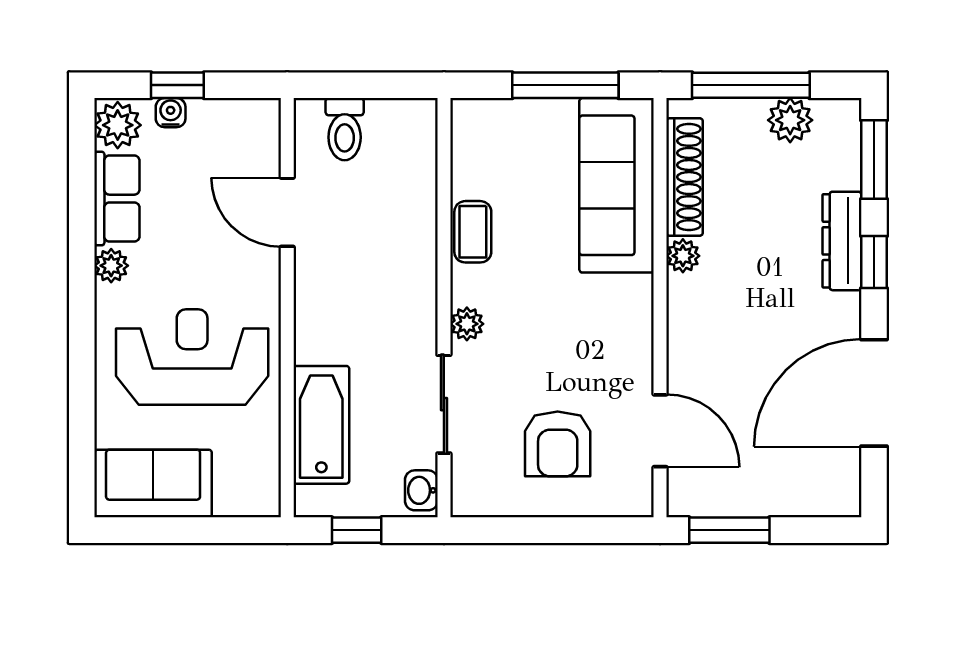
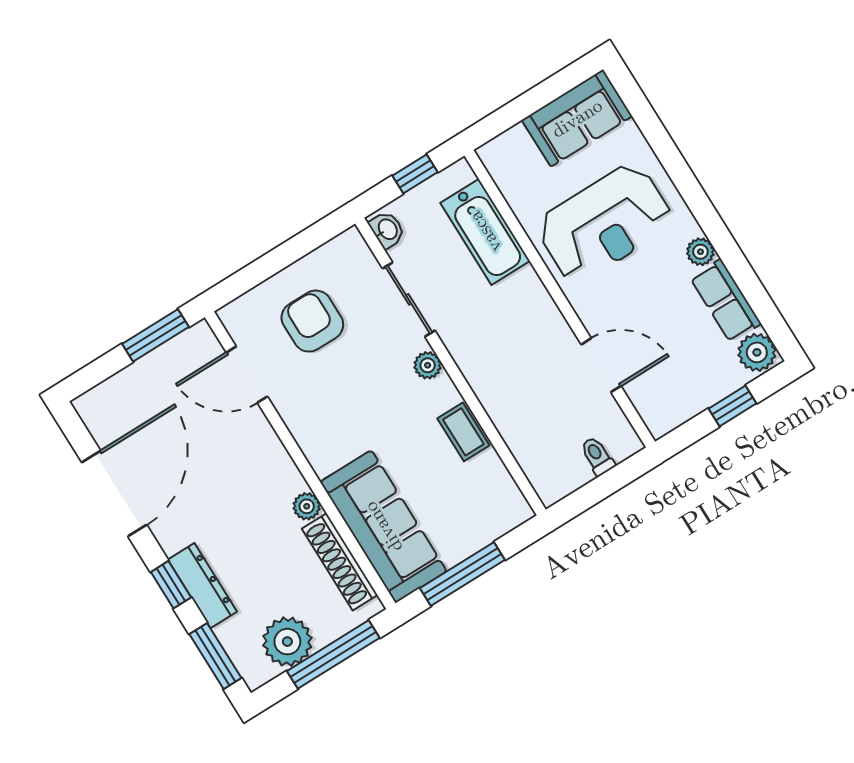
water cooler: (171, 113) -> (725, 384), removed
plant: (790, 120) -> (287, 642), width x1.36, depth x1.36
toilet: (345, 129) -> (597, 456), width x0.73, depth x0.72

